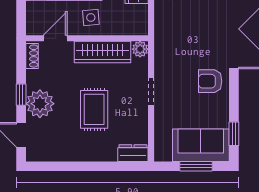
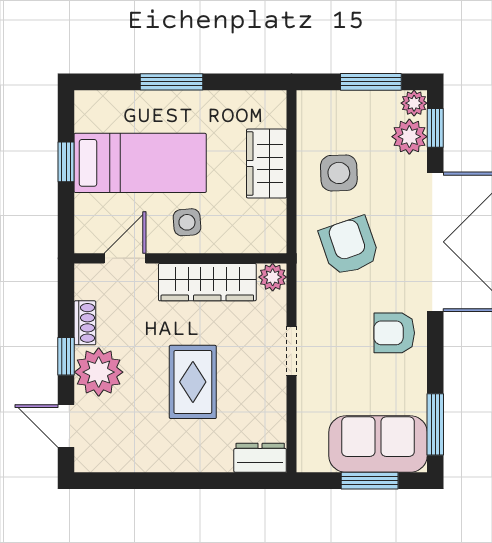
armchair: (184, 31) -> (349, 246), added
shoe rack: (32, 56) -> (85, 323), moved
window: (234, 134) -> (435, 424), width x1.50

